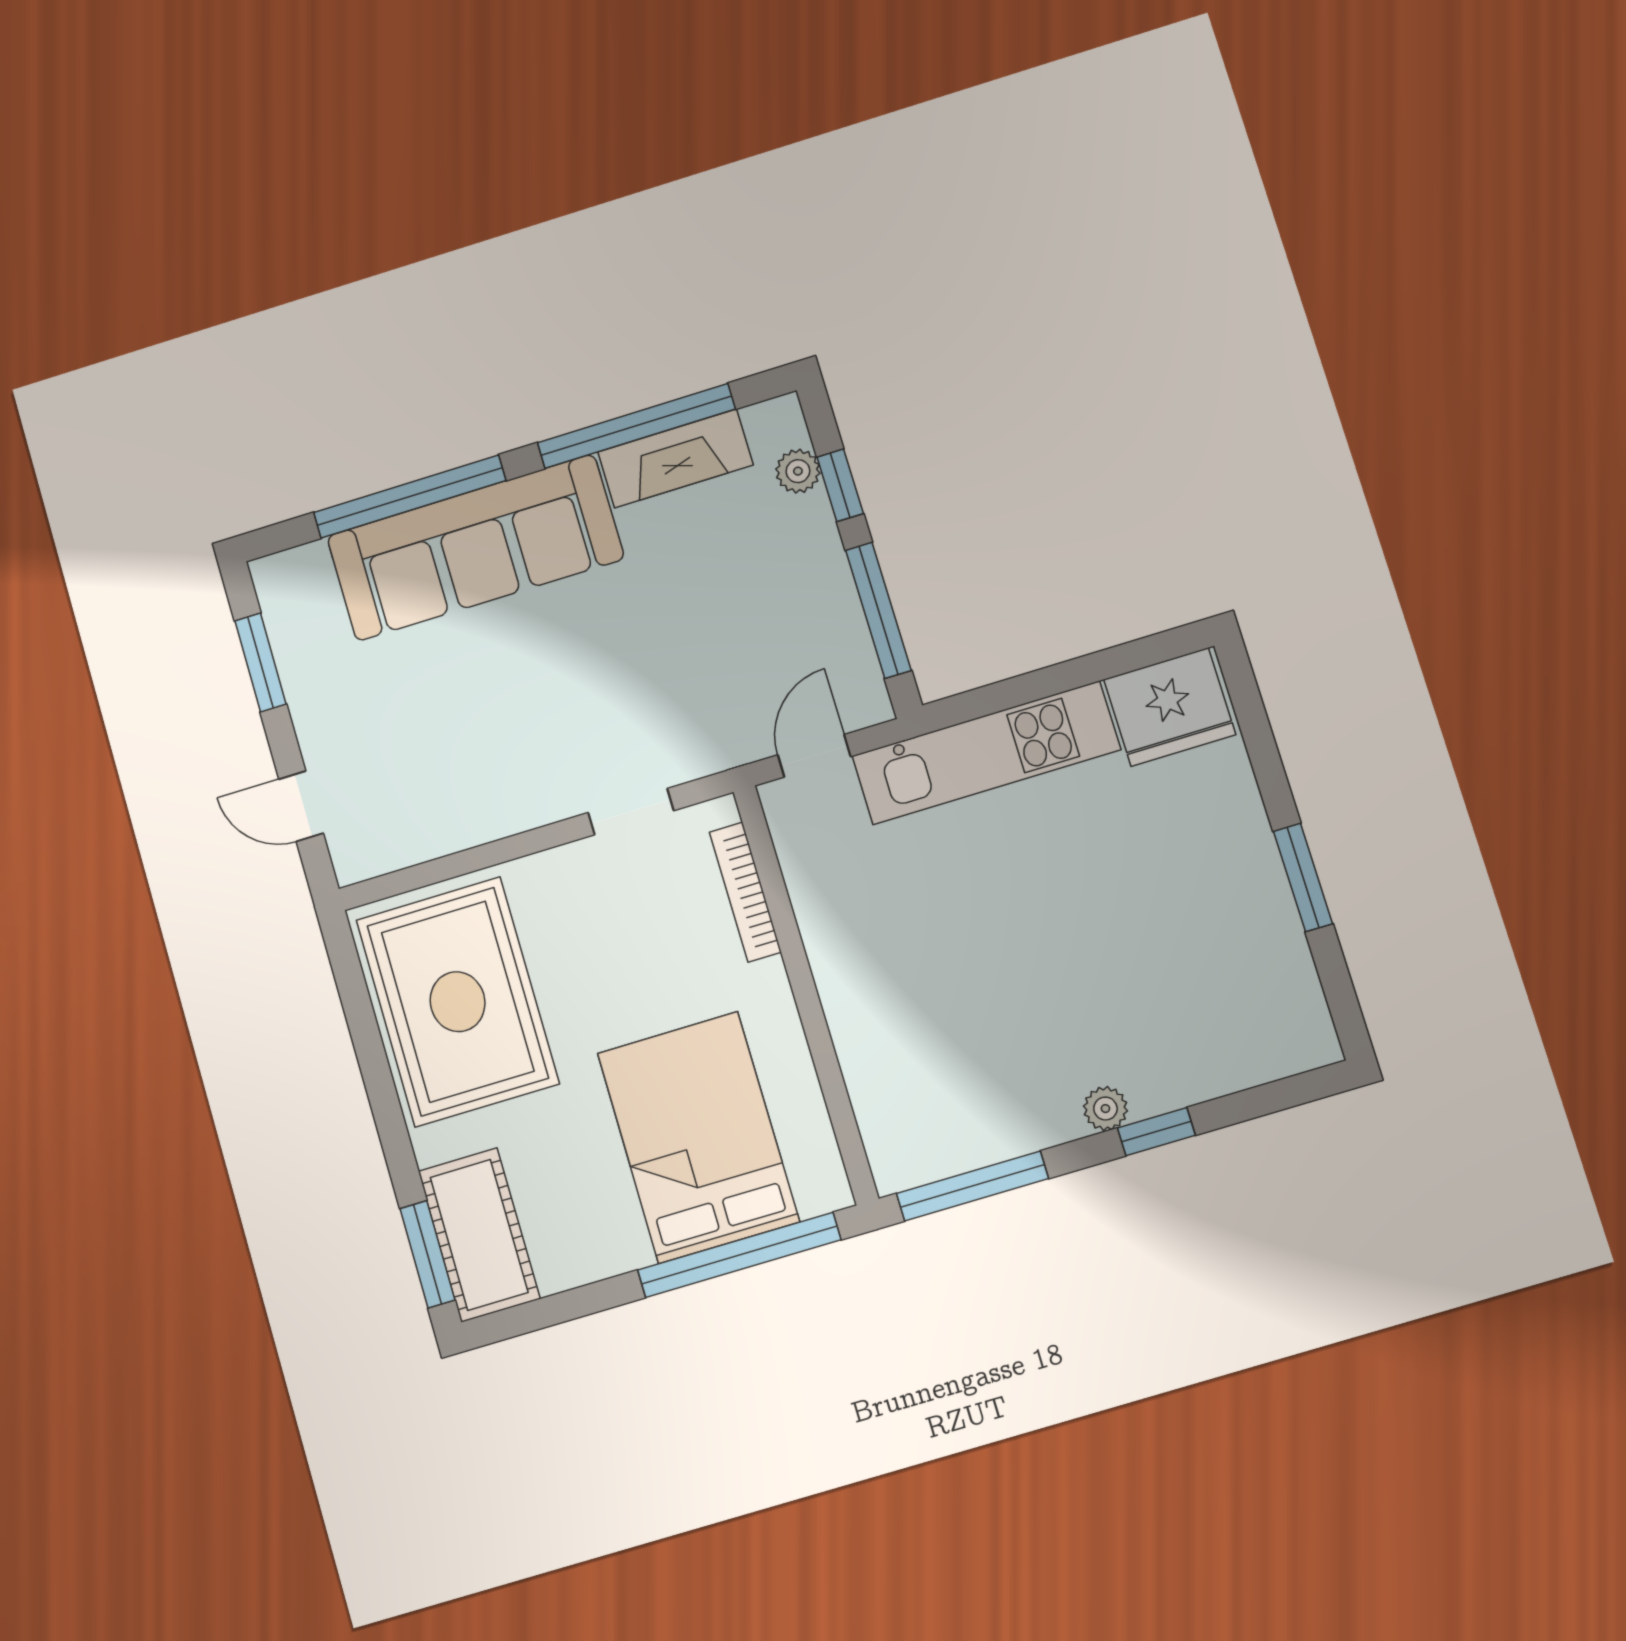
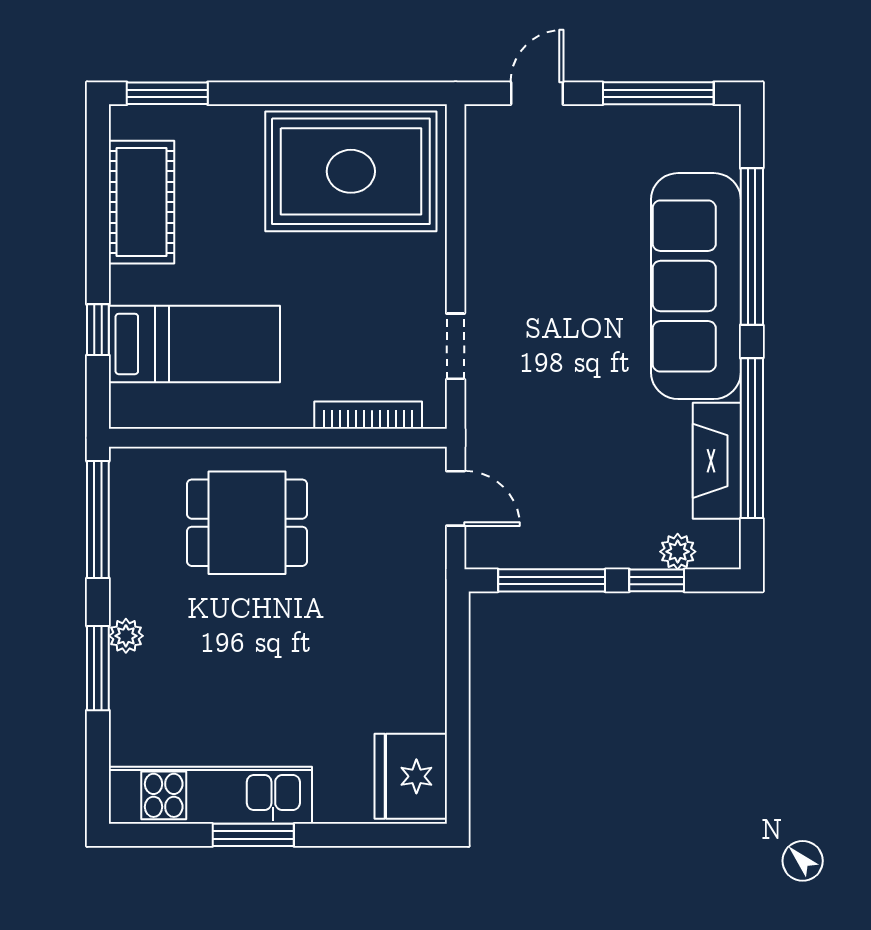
window: (261, 662) -> (658, 93), width x1.44
kitchen unit: (986, 753) -> (210, 795), moved, turned 90
dining table: (921, 1000) -> (247, 523), added
window: (1156, 1132) -> (98, 668), width x1.50
bed: (698, 1137) -> (194, 344), width x0.67
cot: (479, 1235) -> (142, 202), moved, turned 90
window: (739, 1255) -> (98, 330), width x0.32

